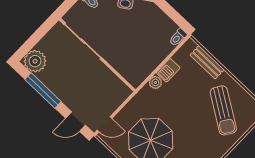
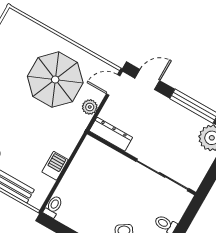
plant: (155, 82) -> (90, 107), moved
dresser: (116, 85) -> (111, 134), added

